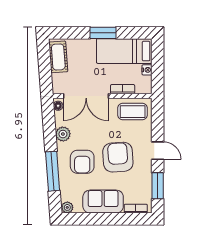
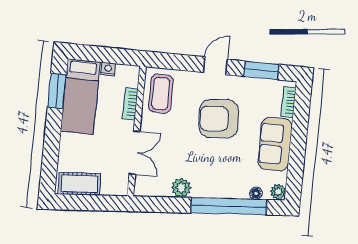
window: (103, 33) -> (57, 91), moved
double door: (86, 96) -> (134, 153), width x0.73
floor lamp: (58, 106) -> (256, 193), moved
armchair: (82, 162) -> (220, 166), removed
window: (53, 171) -> (229, 206), width x1.46

